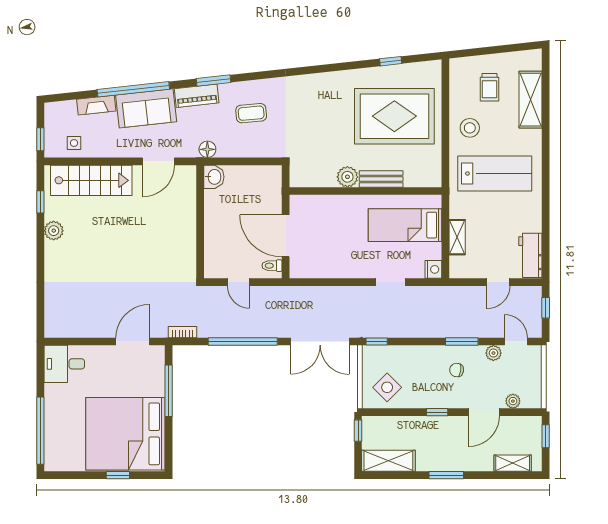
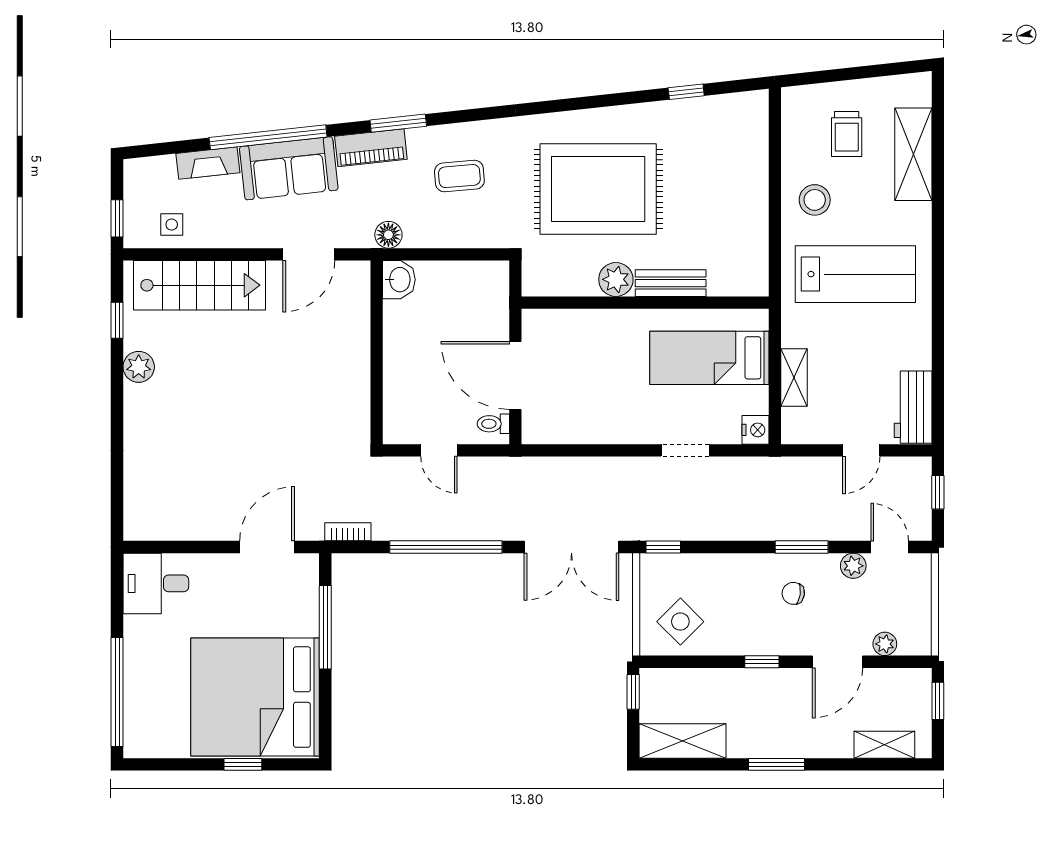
rug: (394, 116) -> (598, 189), moved

